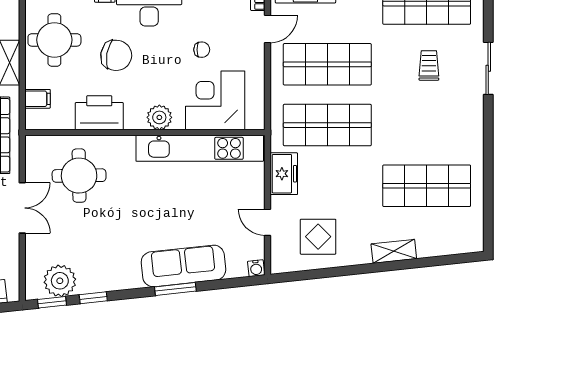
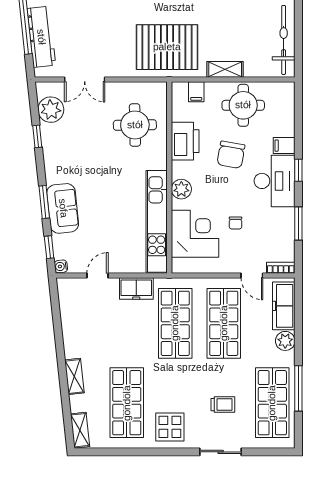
double door: (22, 208) -> (85, 80), moved
display table: (318, 237) -> (170, 427), moved
shelving: (461, 244) -> (80, 430), added
sofa: (183, 266) -> (63, 208), width x0.73
window: (52, 302) -> (49, 247), moved

